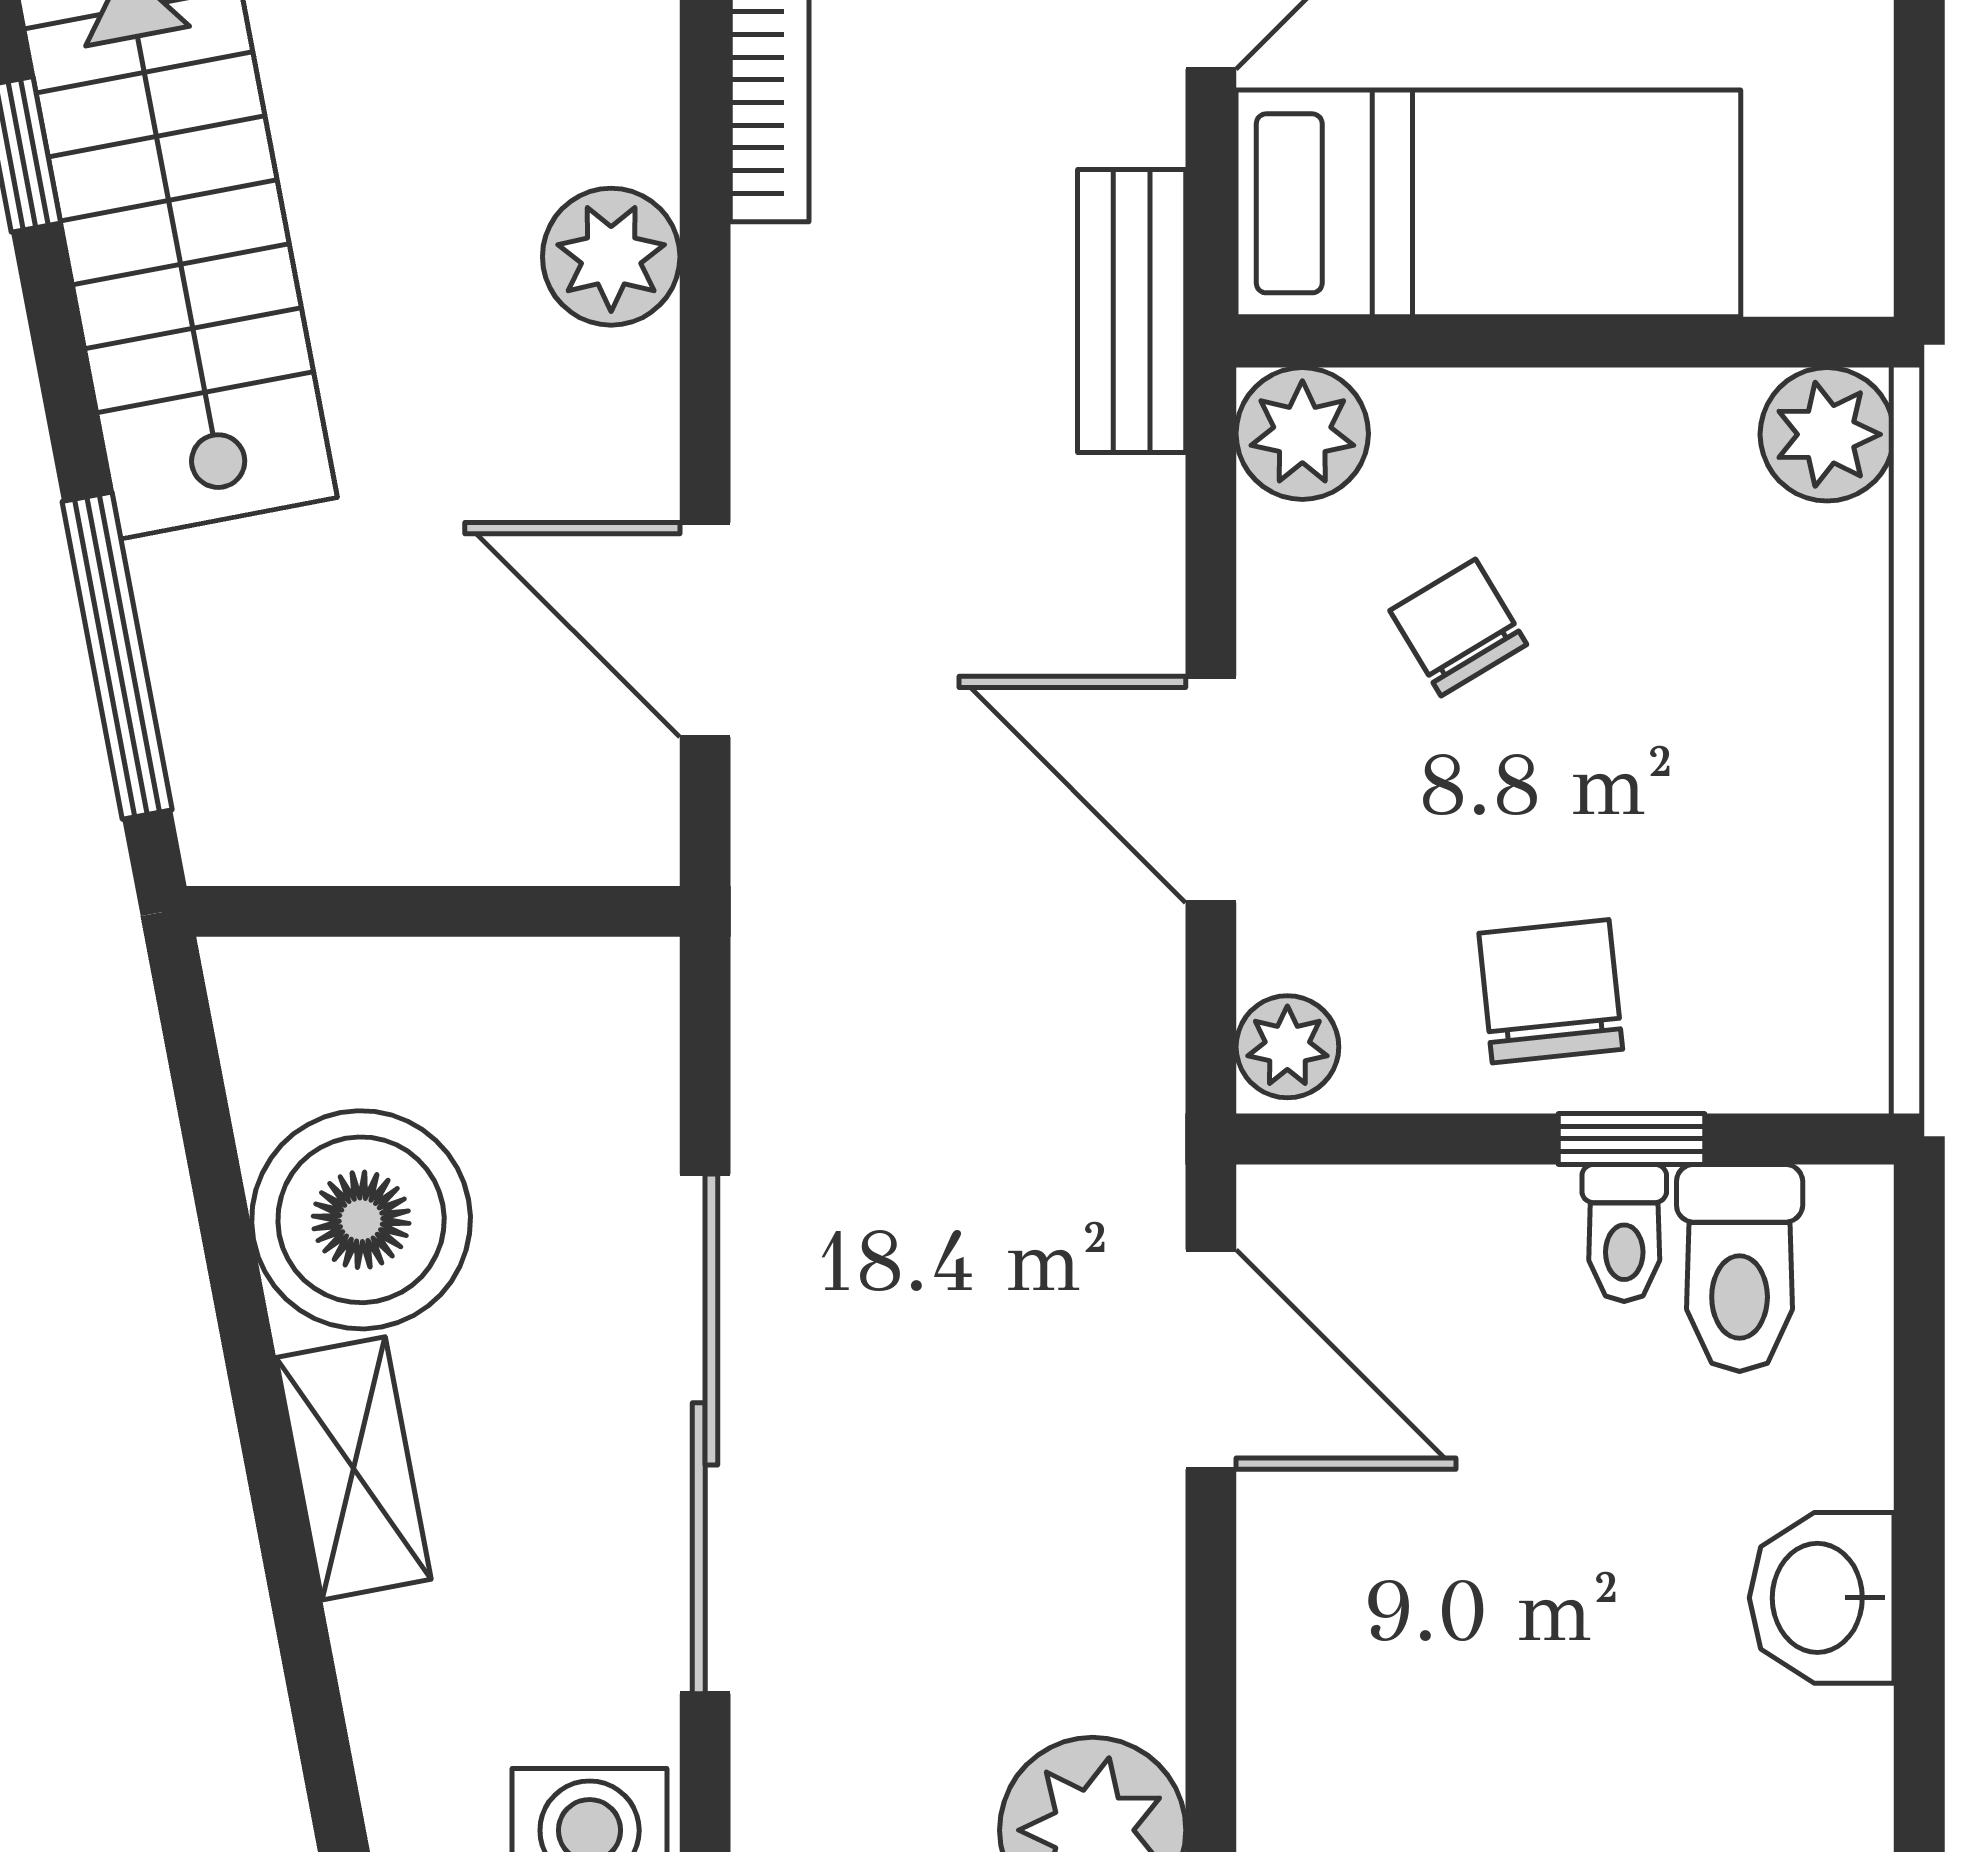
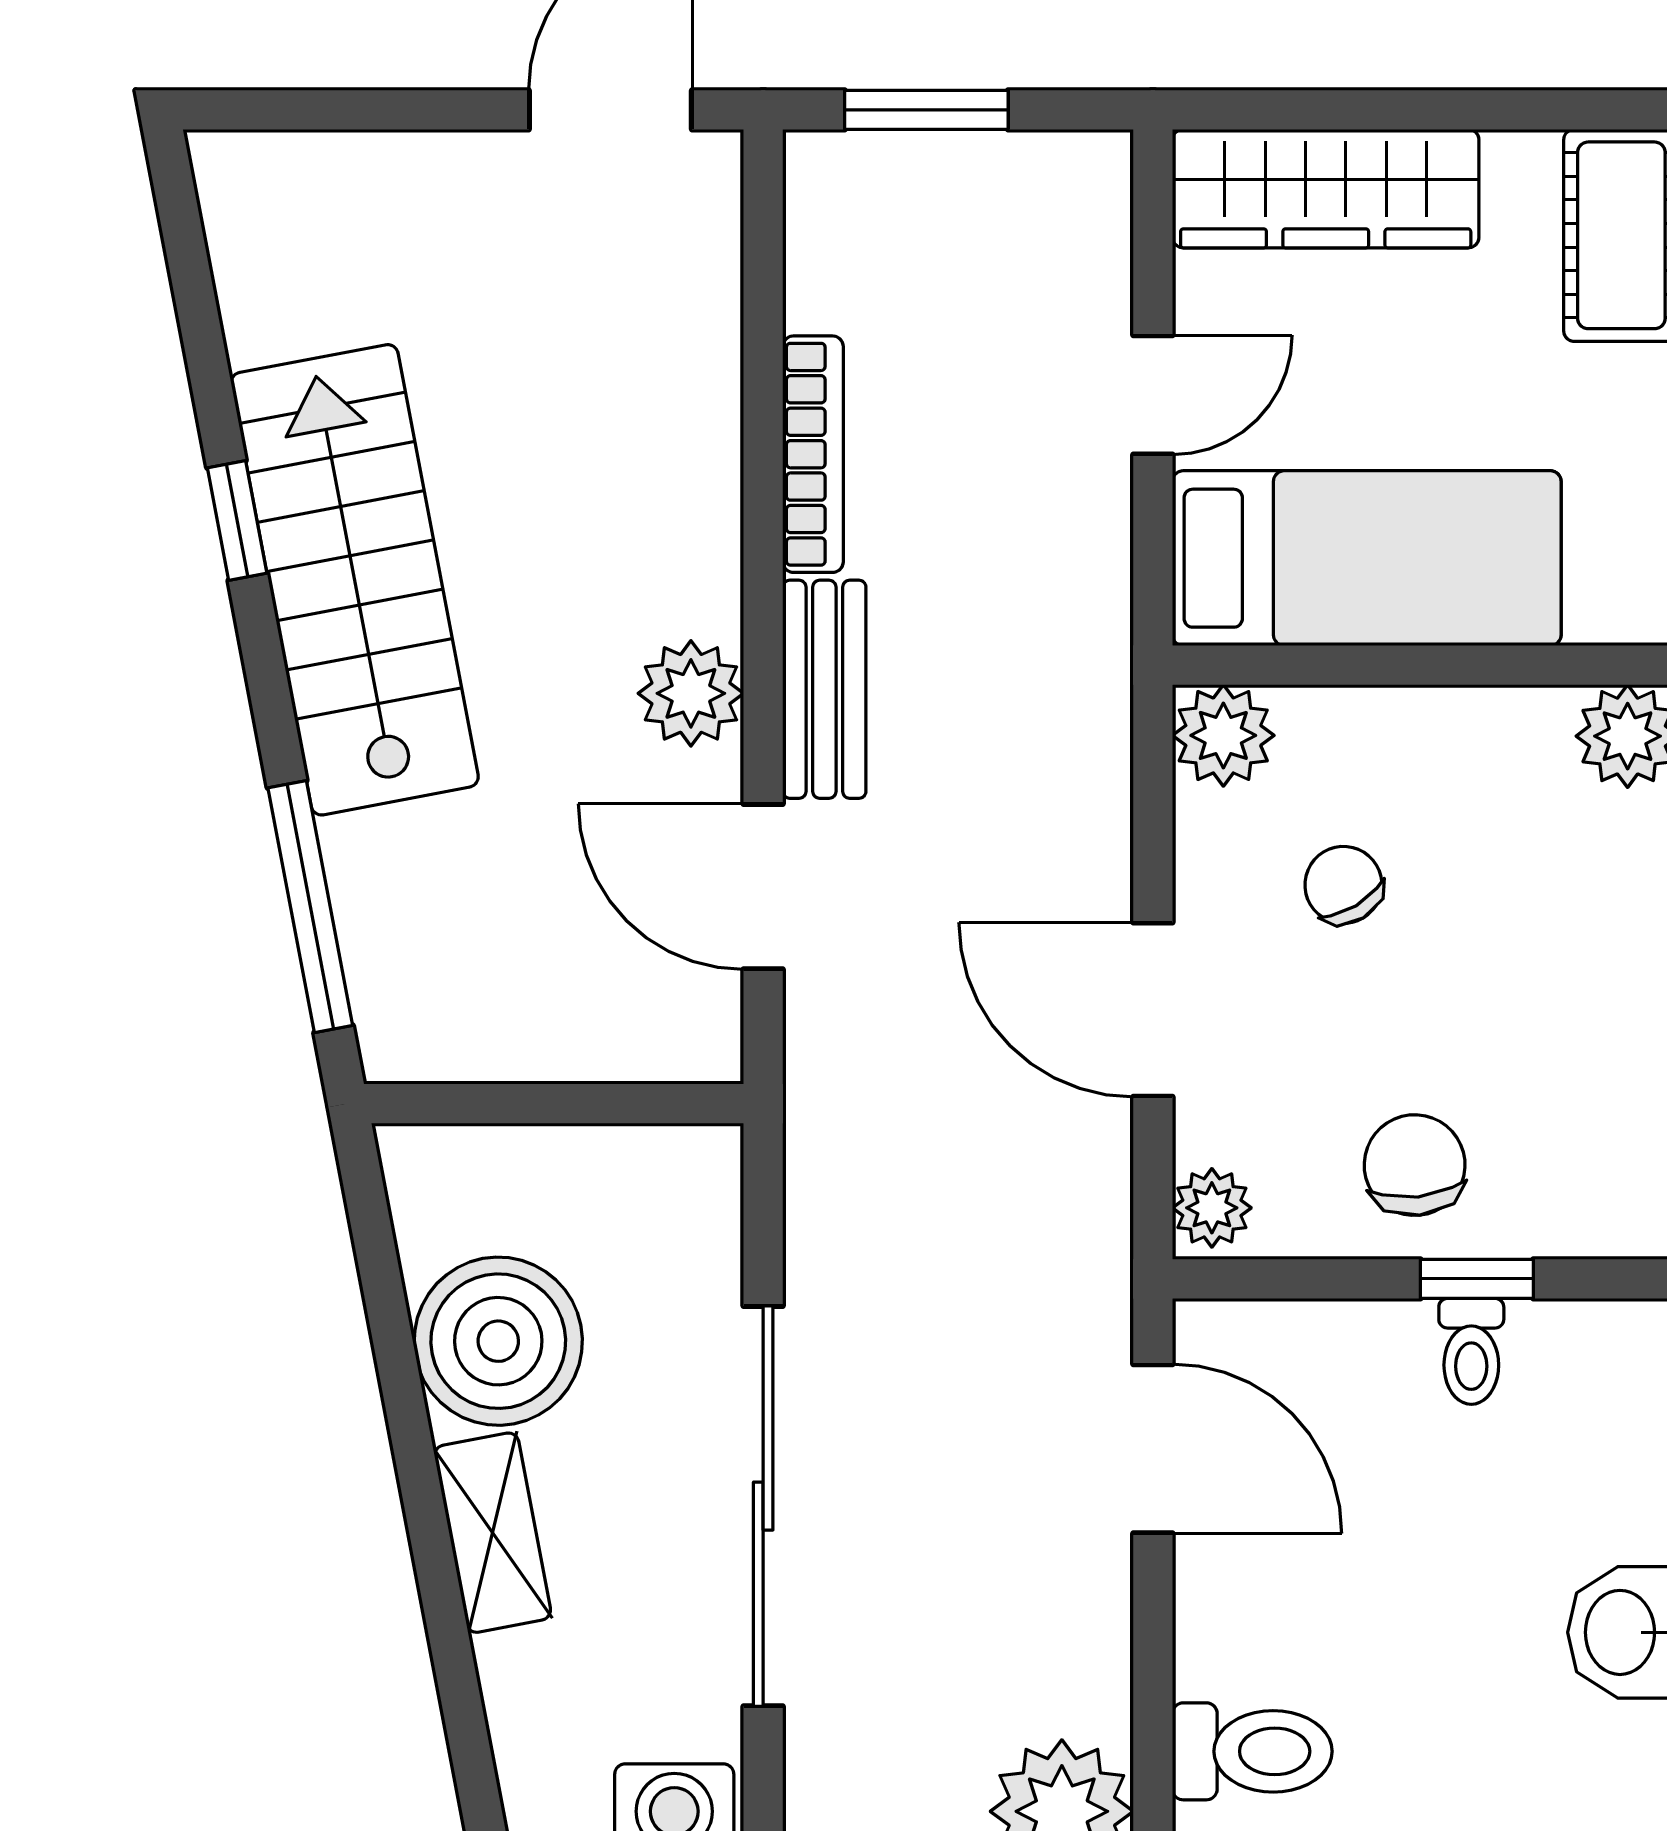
plant: (611, 257) -> (691, 693), moved
bench: (1132, 311) -> (824, 689), moved
toilet: (1740, 1268) -> (1252, 1751), moved, turned -90

